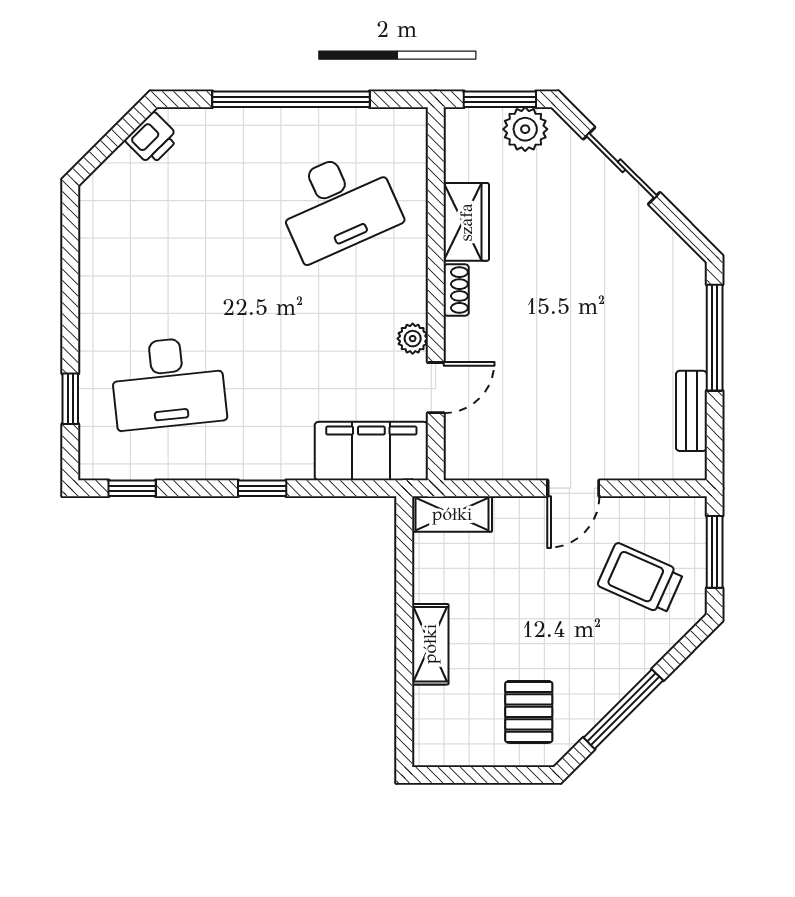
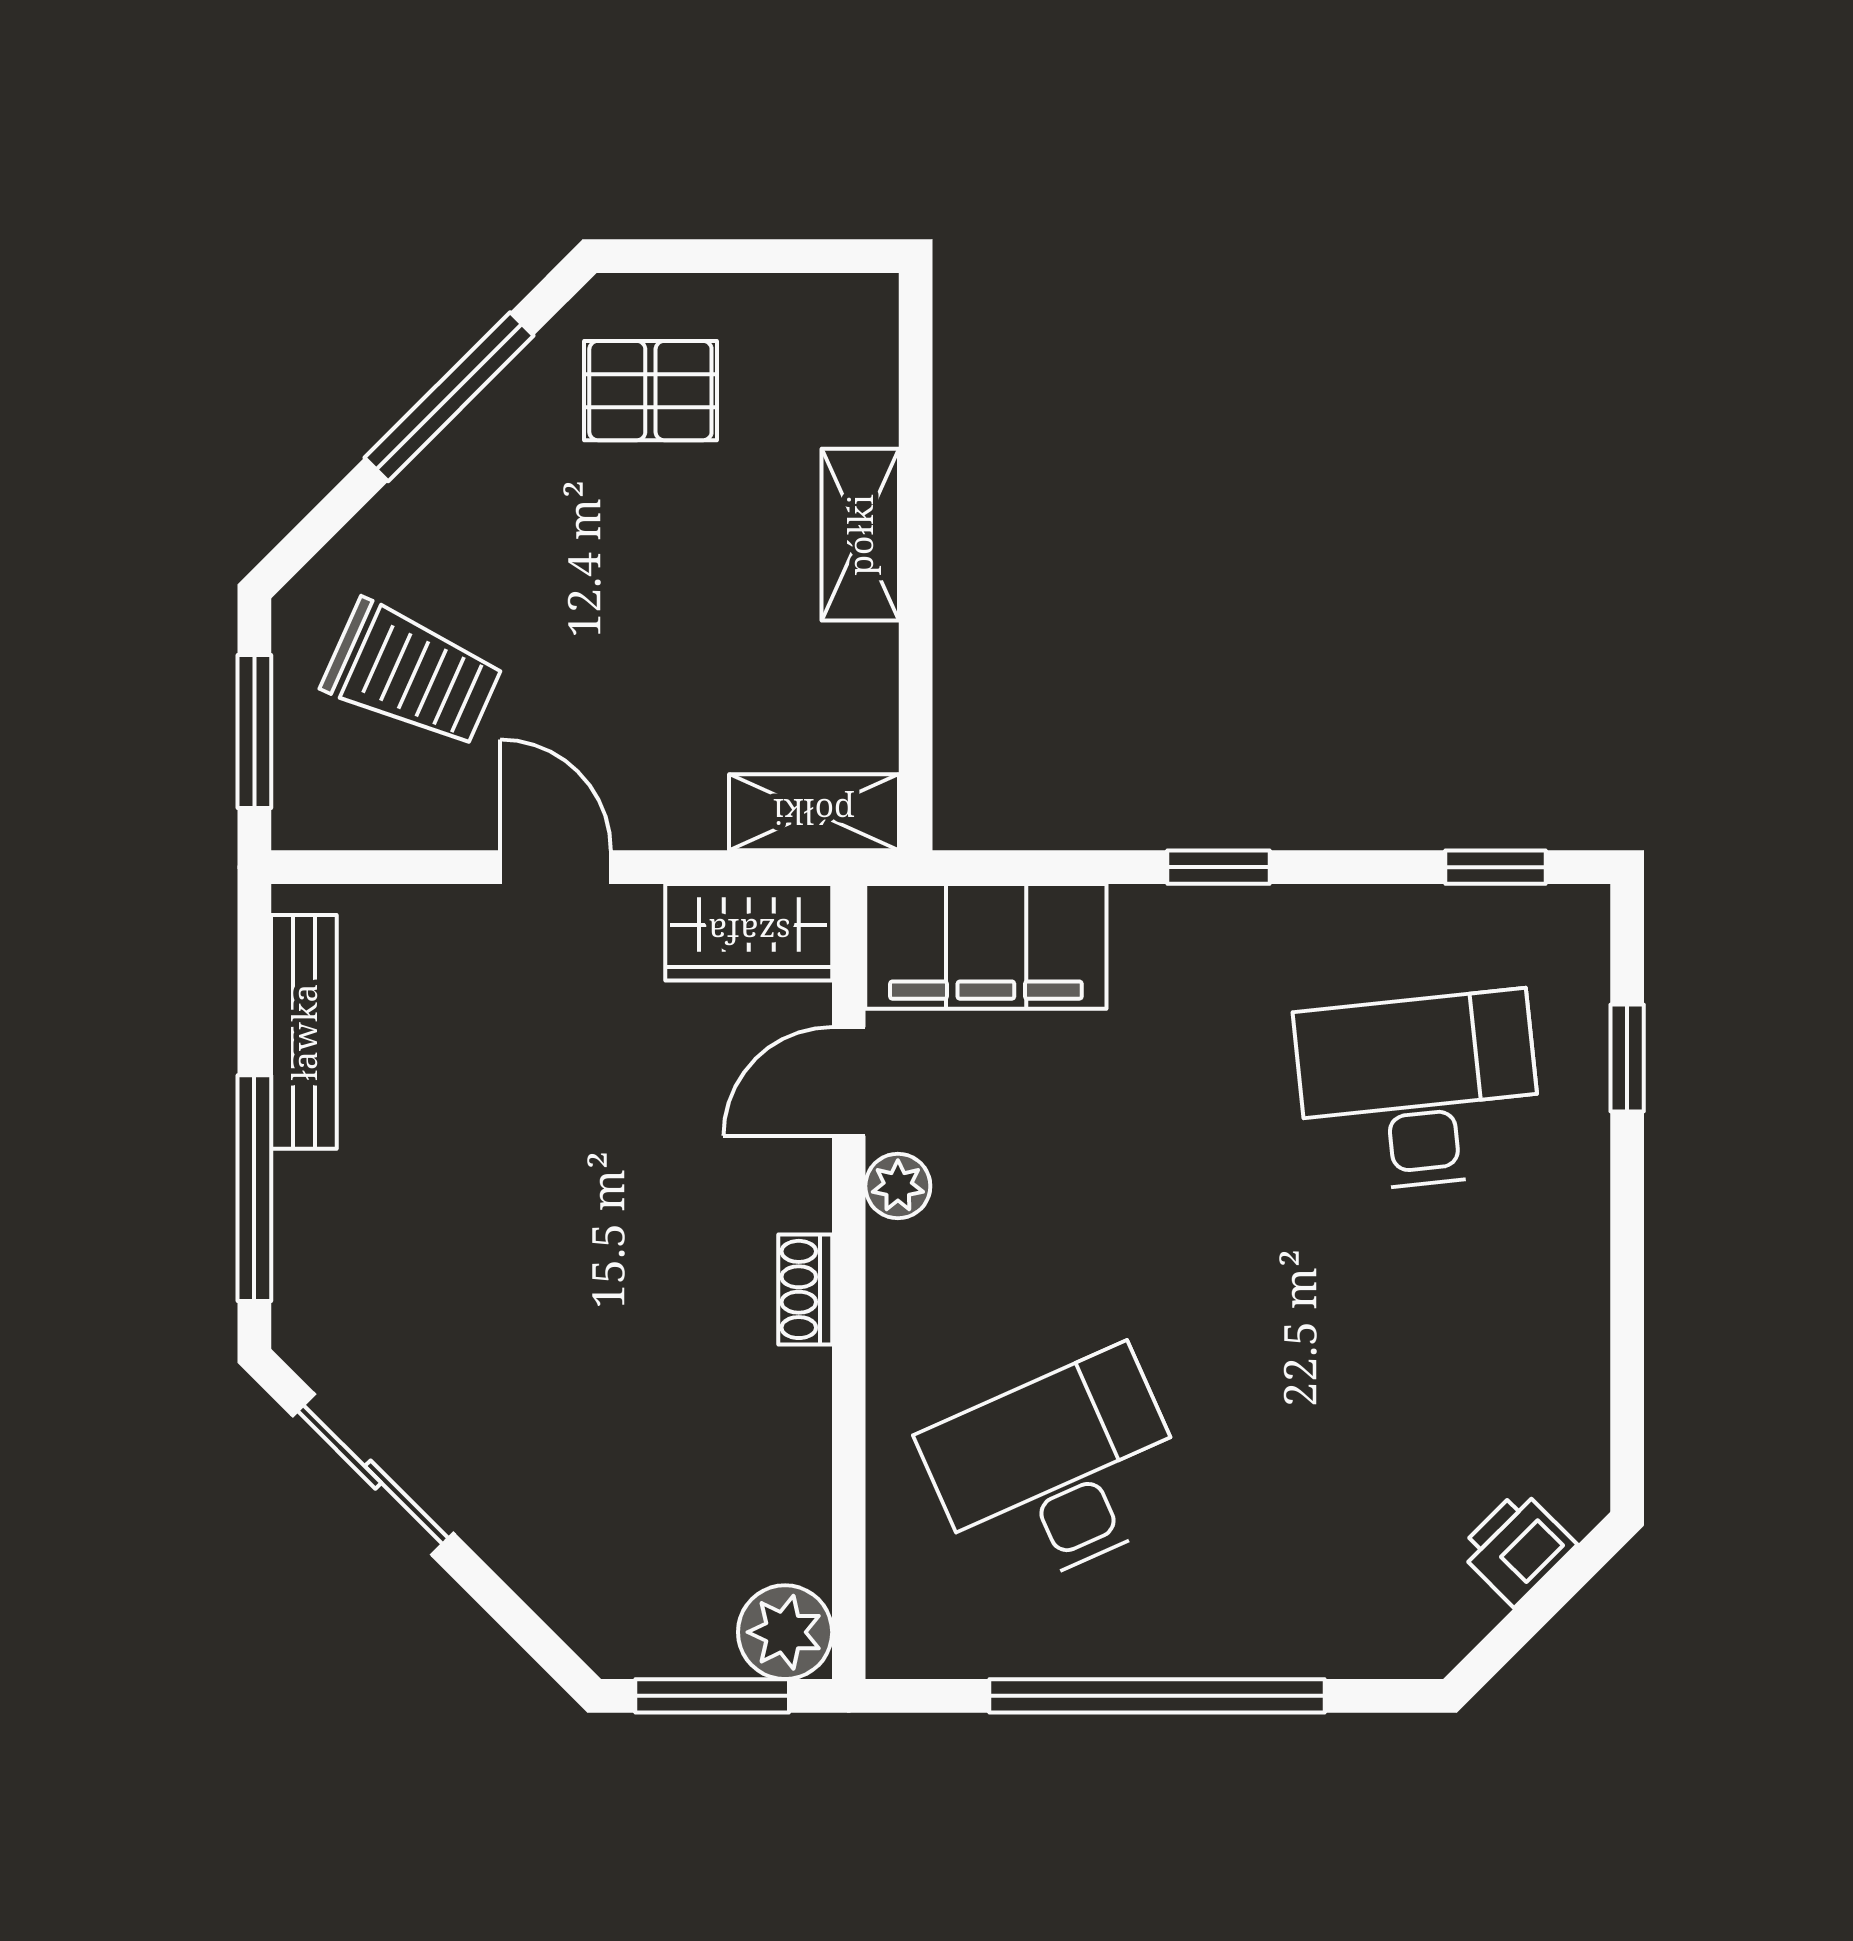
plant: (525, 129) -> (785, 1632), moved
printer: (152, 139) -> (1517, 1548), moved
sliding door: (622, 166) -> (373, 1475), moved
wardrobe: (466, 222) -> (749, 932), moved, turned -90
bench: (691, 411) -> (304, 1032), width x1.36
door: (573, 488) -> (556, 867), hinge flipped
pallet: (529, 712) -> (650, 391), turned 90

